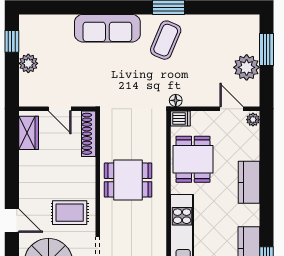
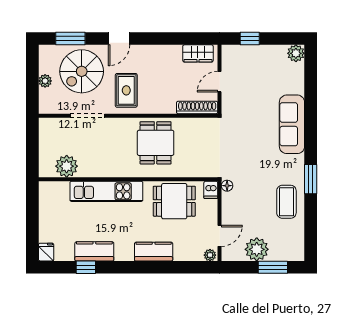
coffee table: (166, 40) -> (286, 202), moved, turned 67
window: (12, 41) -> (250, 38), moved
plant: (28, 63) -> (296, 53), moved

